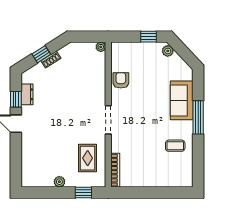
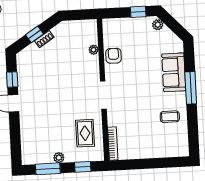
plant: (101, 47) -> (94, 50), moved
dresser: (27, 94) -> (23, 74), removed
window: (48, 192) -> (48, 169), added

